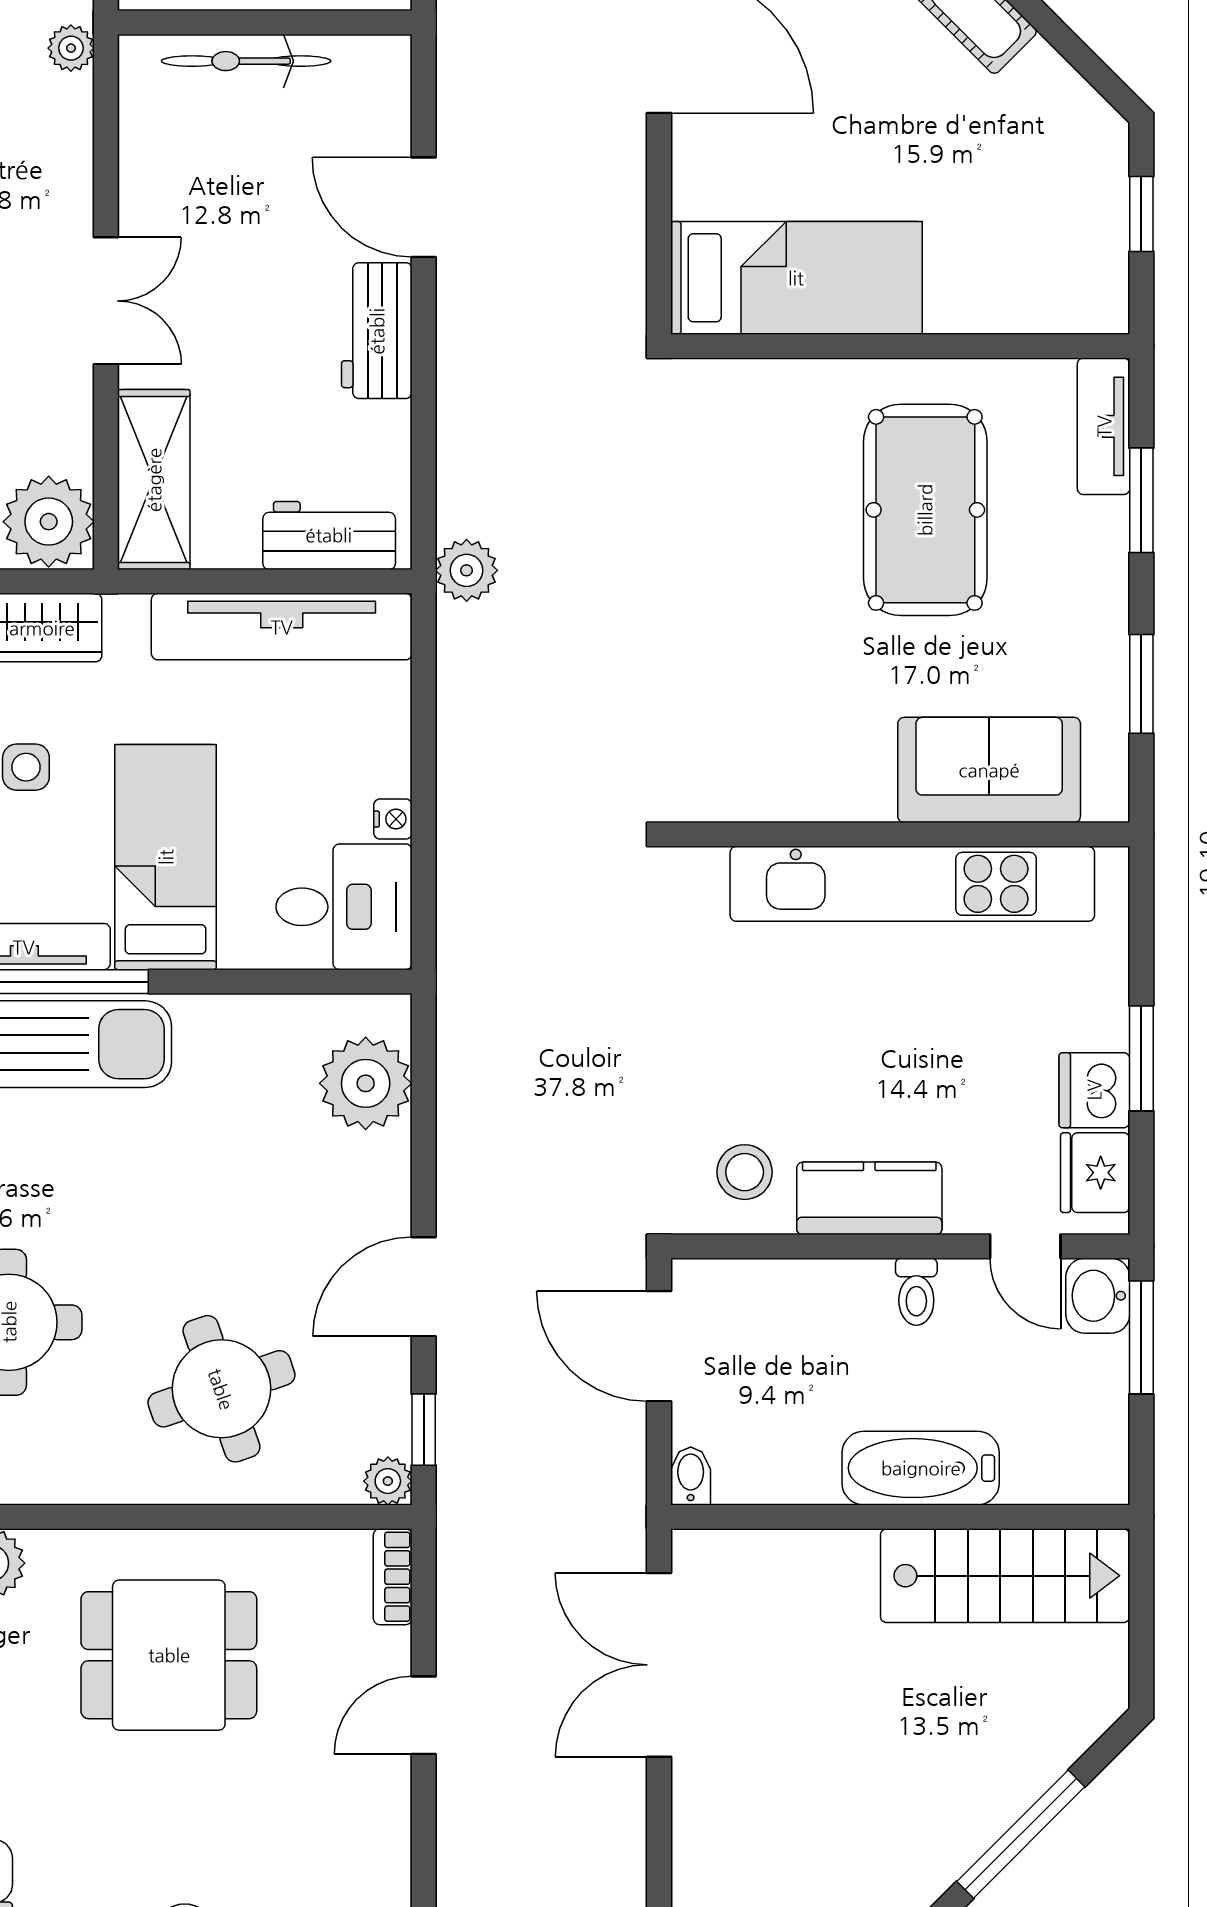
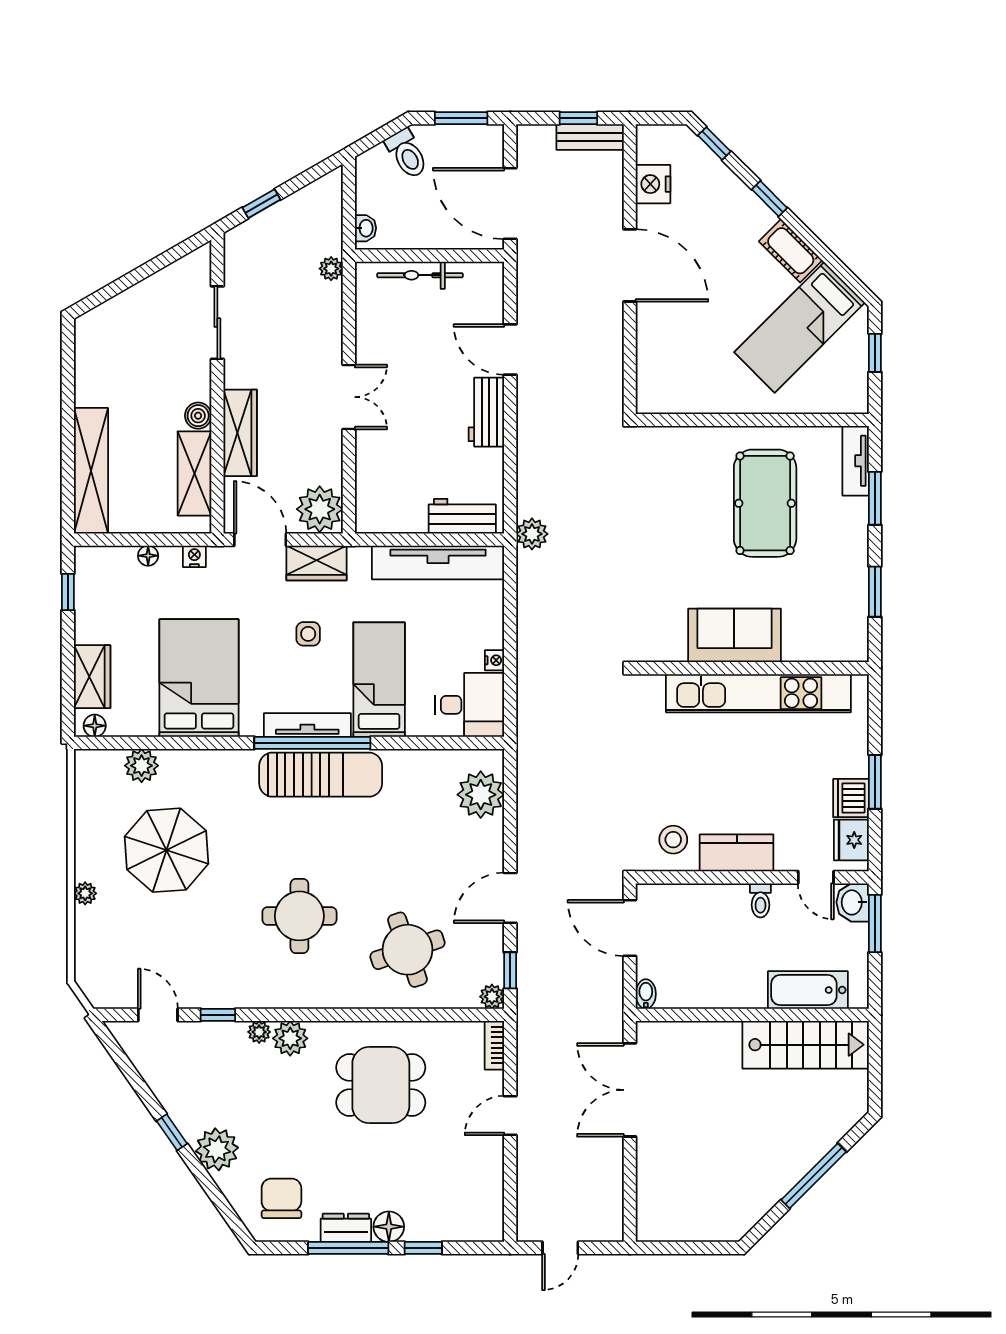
bed: (796, 278) -> (800, 327), moved, turned 135
shelving: (154, 480) -> (373, 488), removed
sofa: (989, 770) -> (734, 635), moved
bathtub: (921, 1468) -> (808, 990), moved

